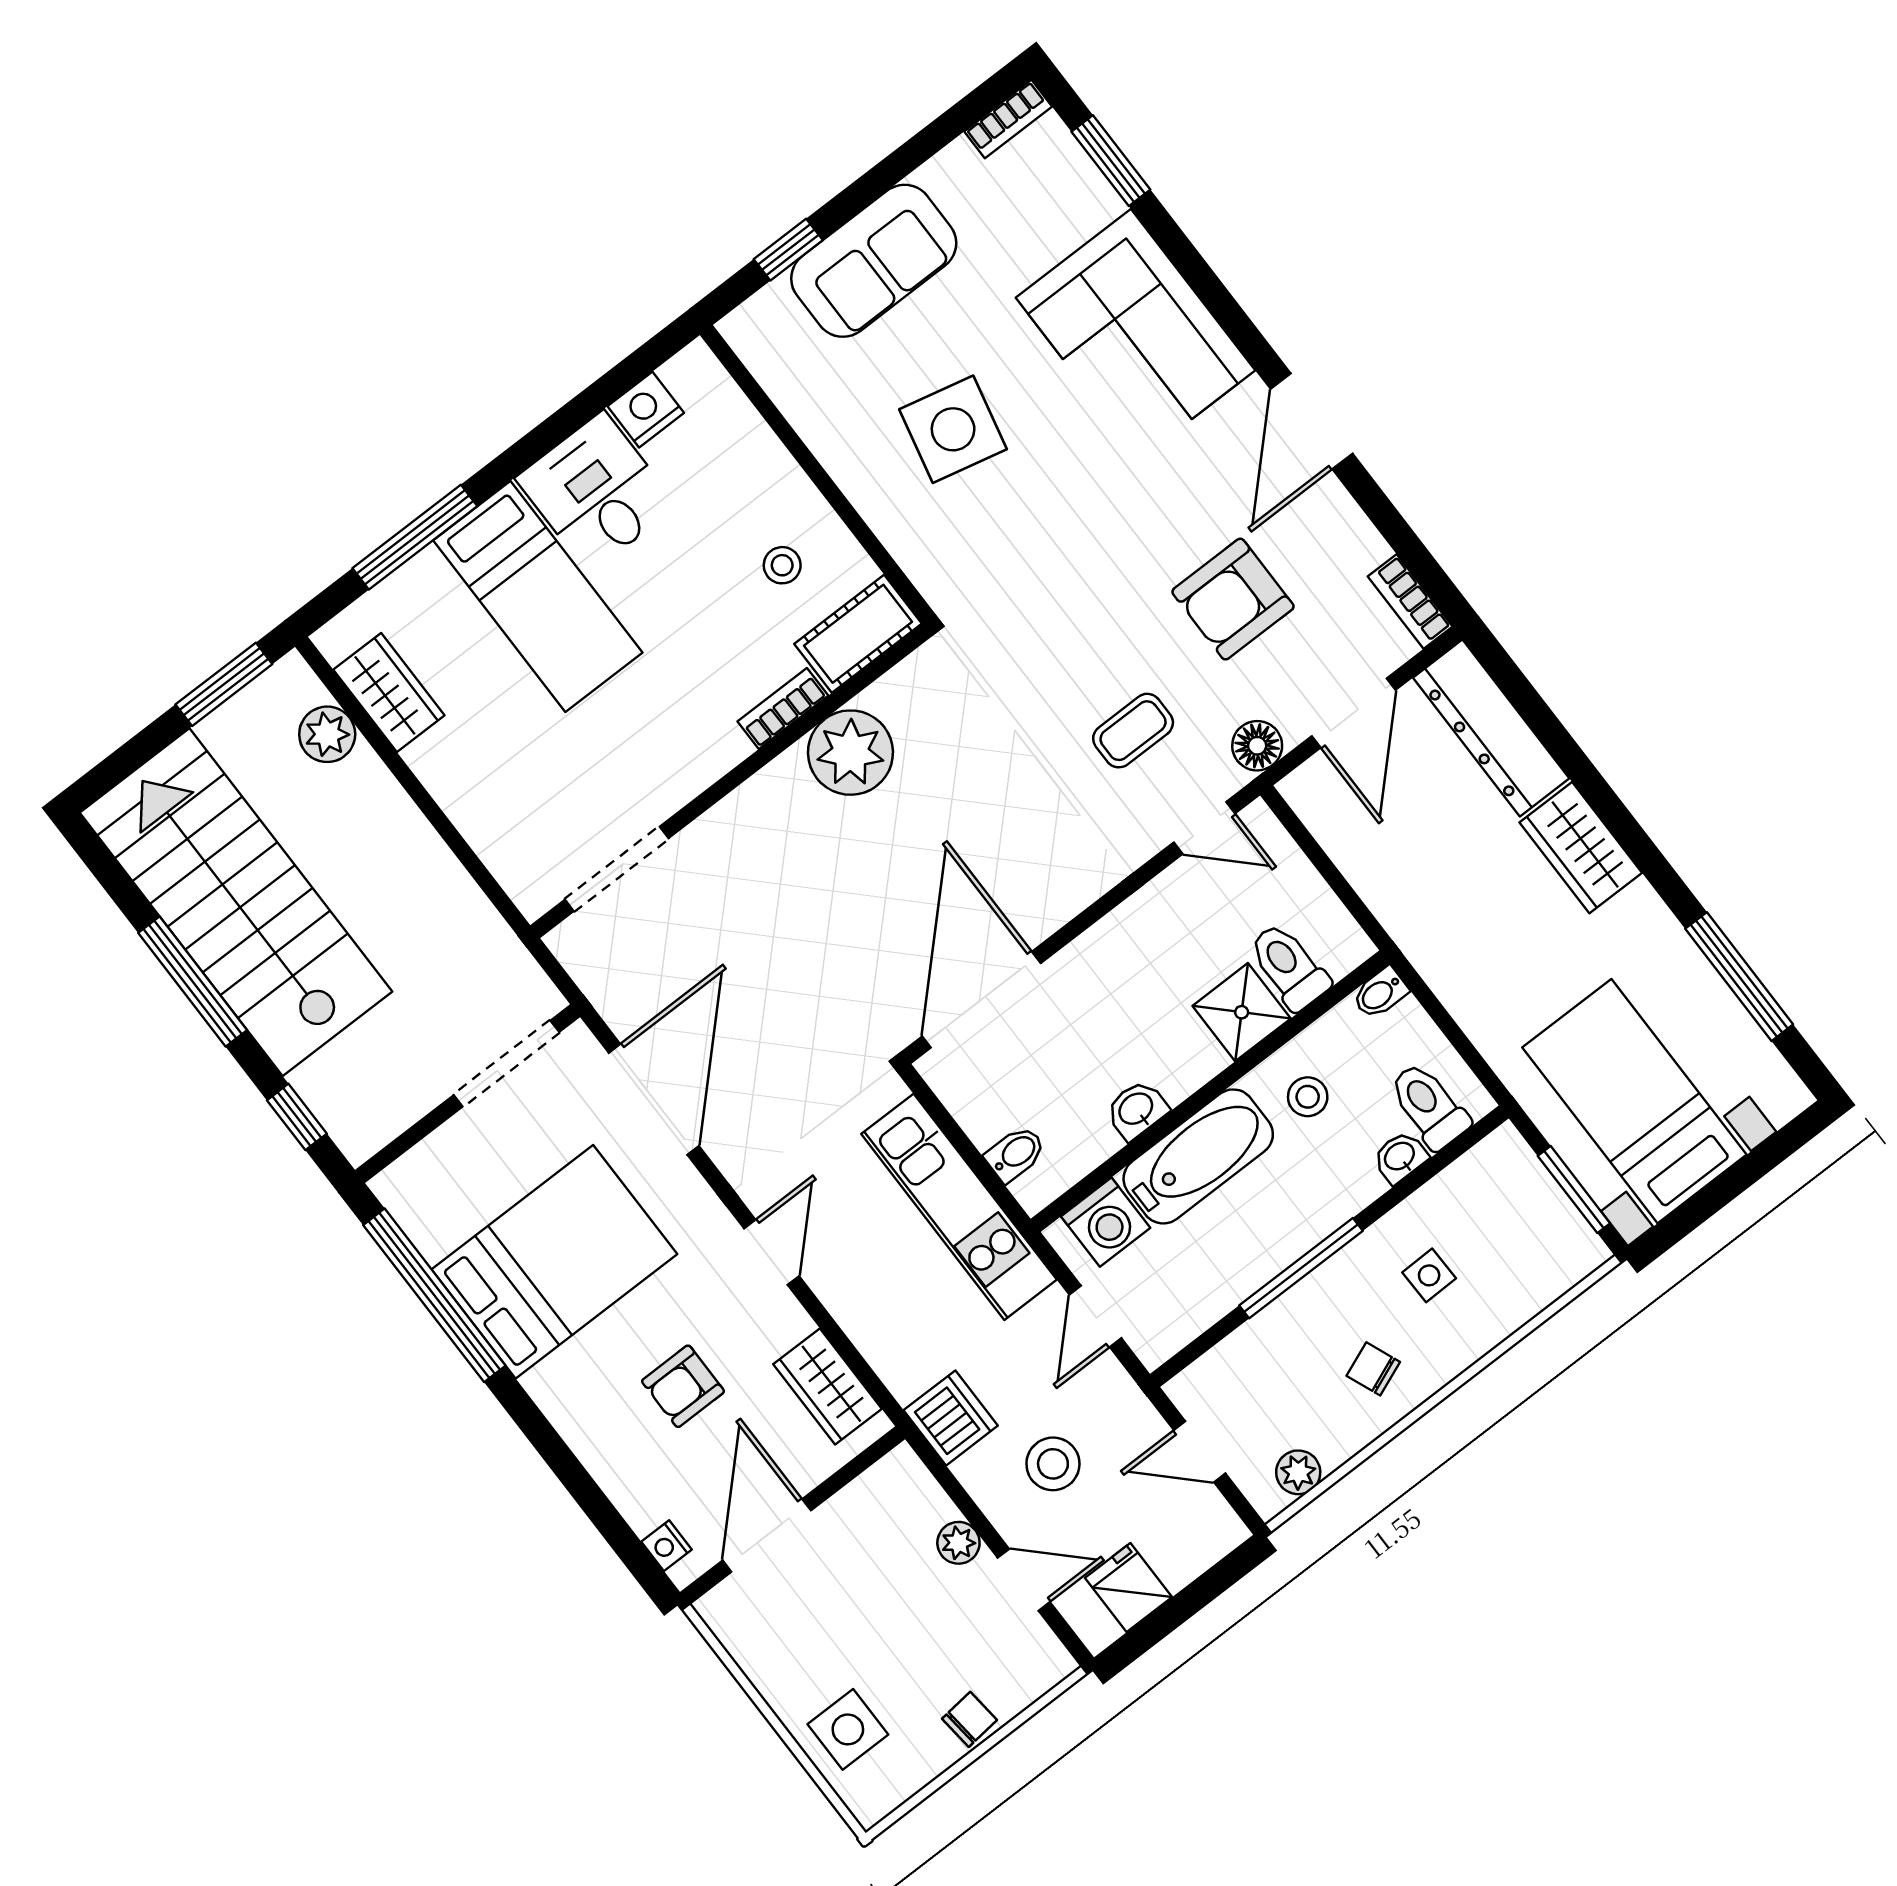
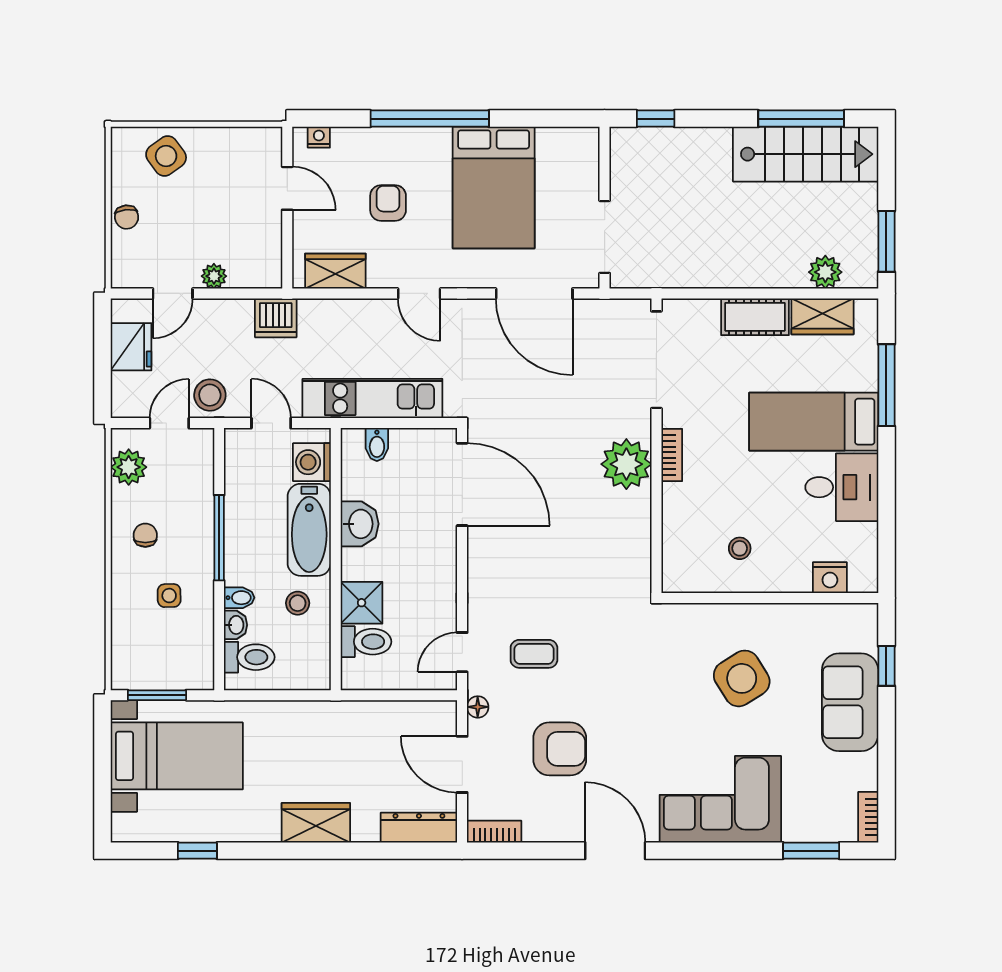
nightstand: (646, 410) -> (830, 578), moved, turned 90
side table: (953, 429) -> (742, 678), turned 45
armchair: (1233, 599) -> (560, 749), turned 90
cot: (858, 634) -> (755, 317), moved, turned 90
bookcase: (783, 708) -> (672, 455), moved
dresser: (1491, 728) -> (419, 828), width x0.73, depth x0.80
coffee table: (1133, 731) -> (534, 654), turned 90
floor lamp: (1257, 746) -> (478, 707), width x0.73, depth x0.73
plant: (850, 753) -> (626, 464), moved
doorway: (617, 869) -> (656, 360), width x1.36
stairs: (236, 902) -> (806, 154), width x0.73, depth x0.66
window: (1739, 977) -> (197, 851), width x0.46
window: (193, 982) -> (801, 119), moved
bidet: (1380, 993) -> (239, 598), moved, turned 90
washbasin: (1137, 1110) -> (360, 524), width x1.38, depth x1.45
window: (434, 1295) -> (430, 119), moved
chair: (1373, 1369) -> (145, 535), turned -68
stool: (1053, 1464) -> (210, 395), moved
plant: (1298, 1472) -> (129, 467), width x1.38, depth x1.38
door: (767, 1535) -> (287, 188), width x0.73
fridge: (1129, 1588) -> (131, 347), width x1.38
side table: (848, 1729) -> (166, 156), turned -36

